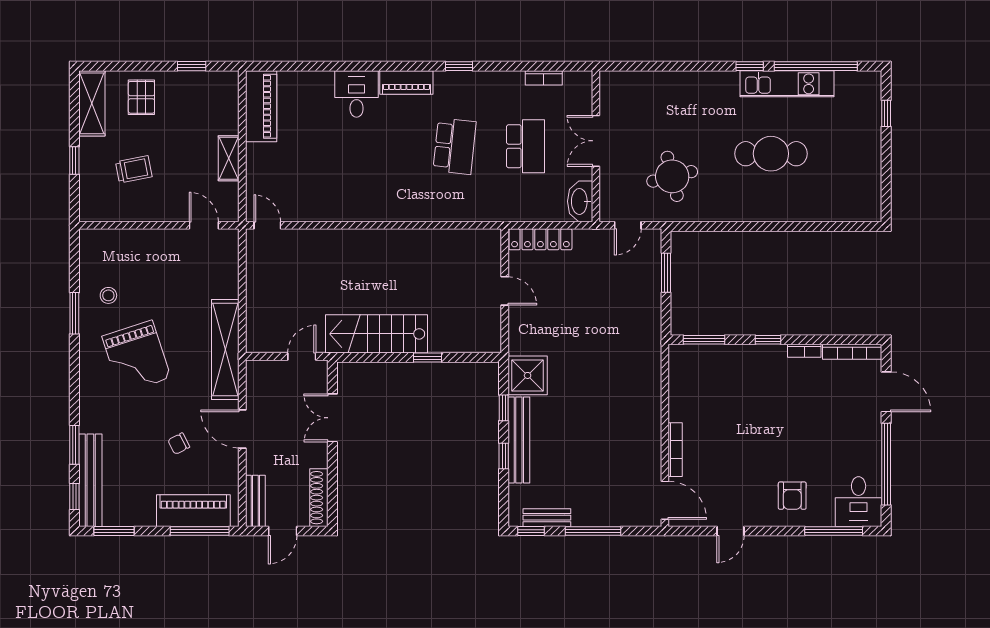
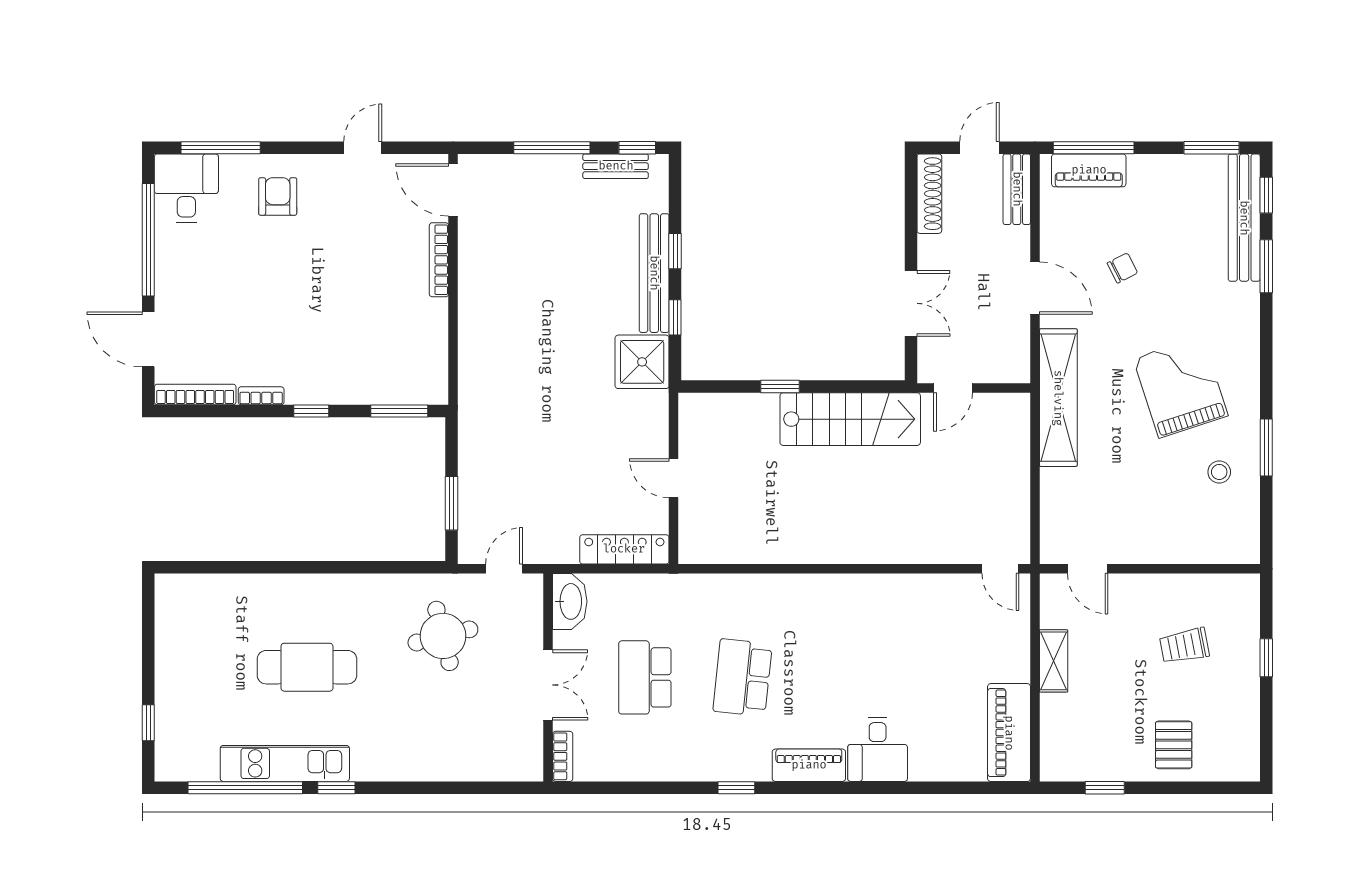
bookcase: (544, 78) -> (563, 756), moved, turned 90
shelving: (92, 103) -> (1242, 736), removed
piano: (193, 511) -> (1089, 170), width x0.73, depth x0.75

